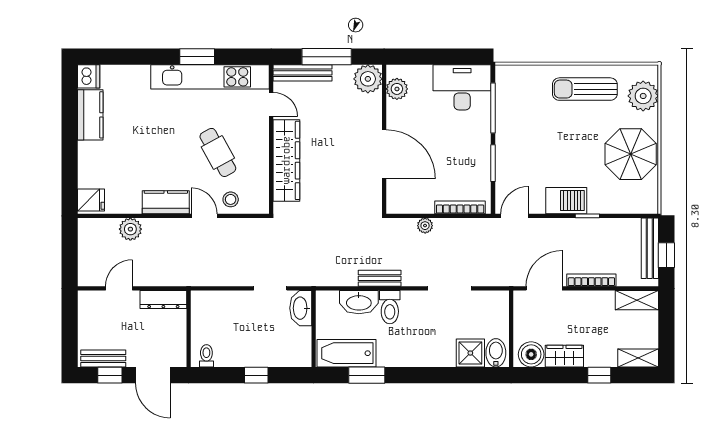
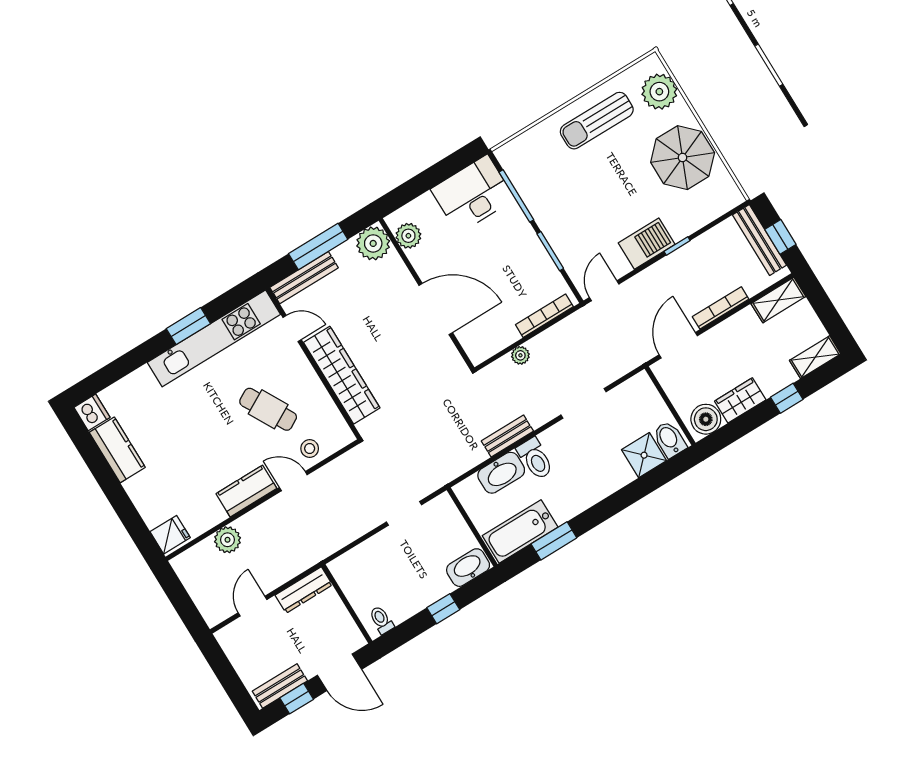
washbasin: (301, 308) -> (468, 568), moved, turned 90

